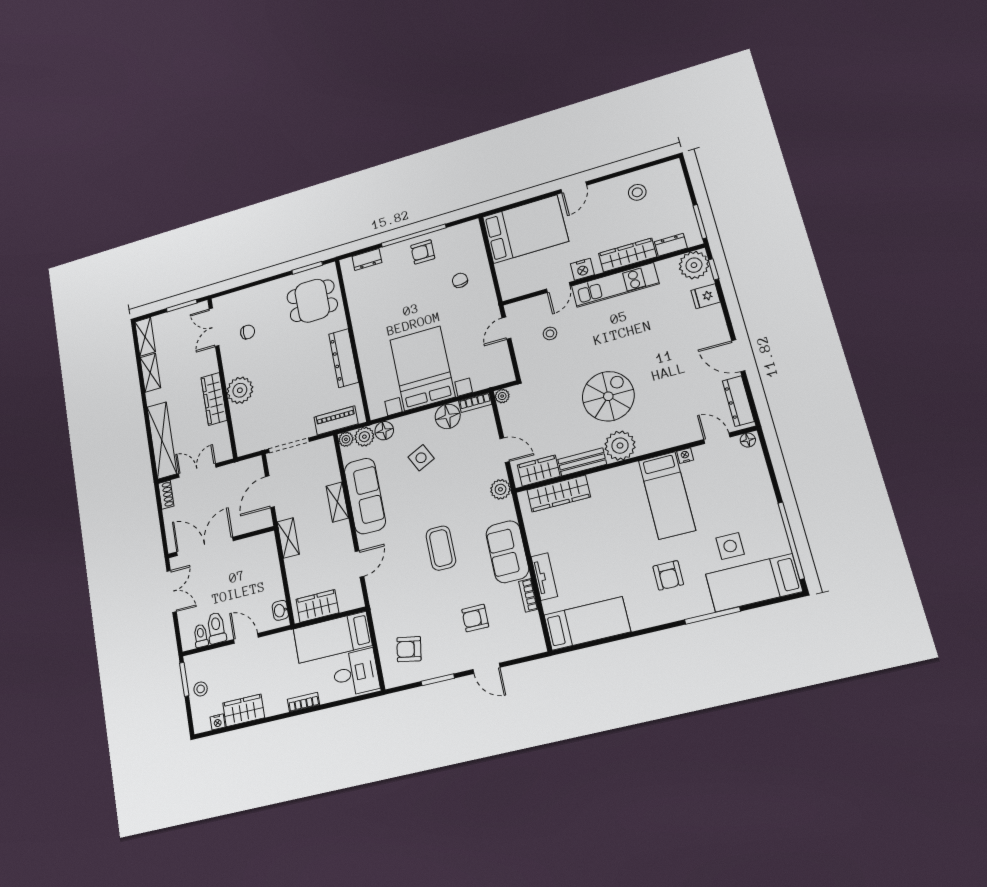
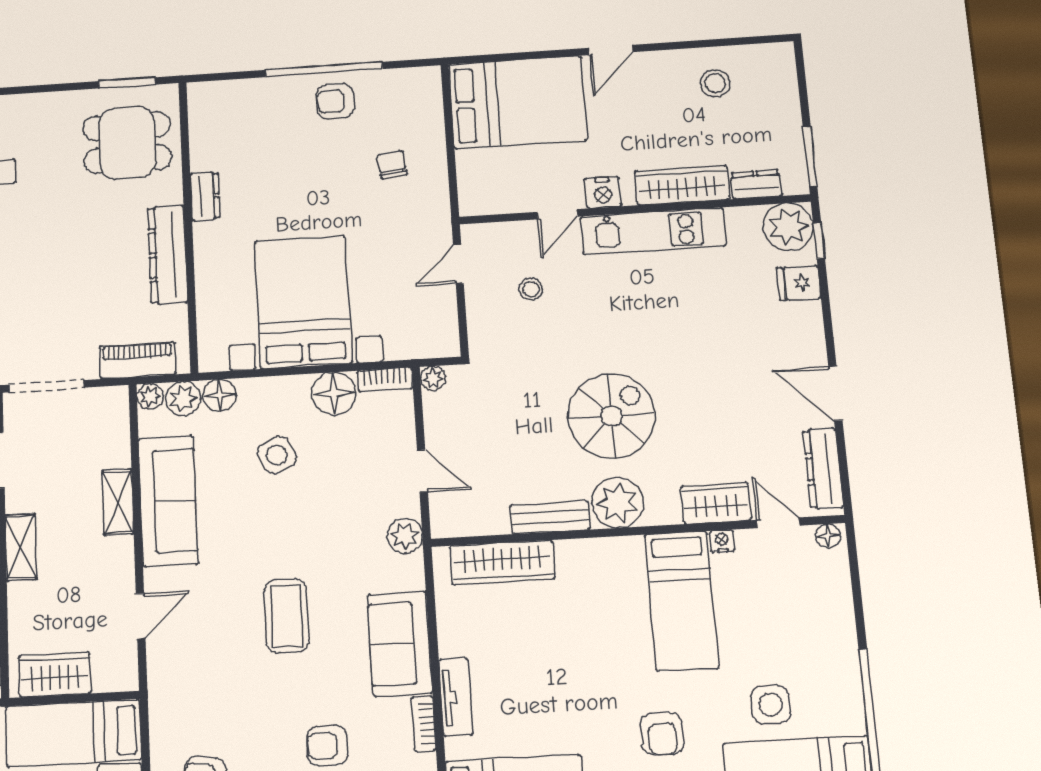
dresser: (367, 259) -> (205, 196), moved, turned -90
wardrobe: (539, 471) -> (716, 503), moved

